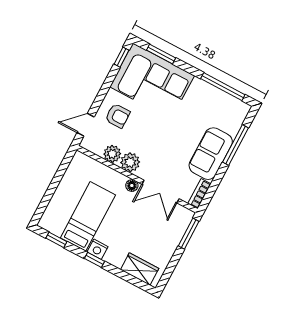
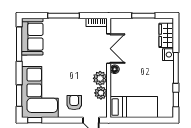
window: (236, 145) -> (63, 16), moved
sofa: (211, 154) -> (32, 37), moved, turned -90
bed: (88, 216) -> (134, 107), moved, turned 180
window: (189, 234) -> (143, 16), moved
nightstand: (98, 249) -> (168, 55), moved
window: (95, 260) -> (176, 68), width x2.17

